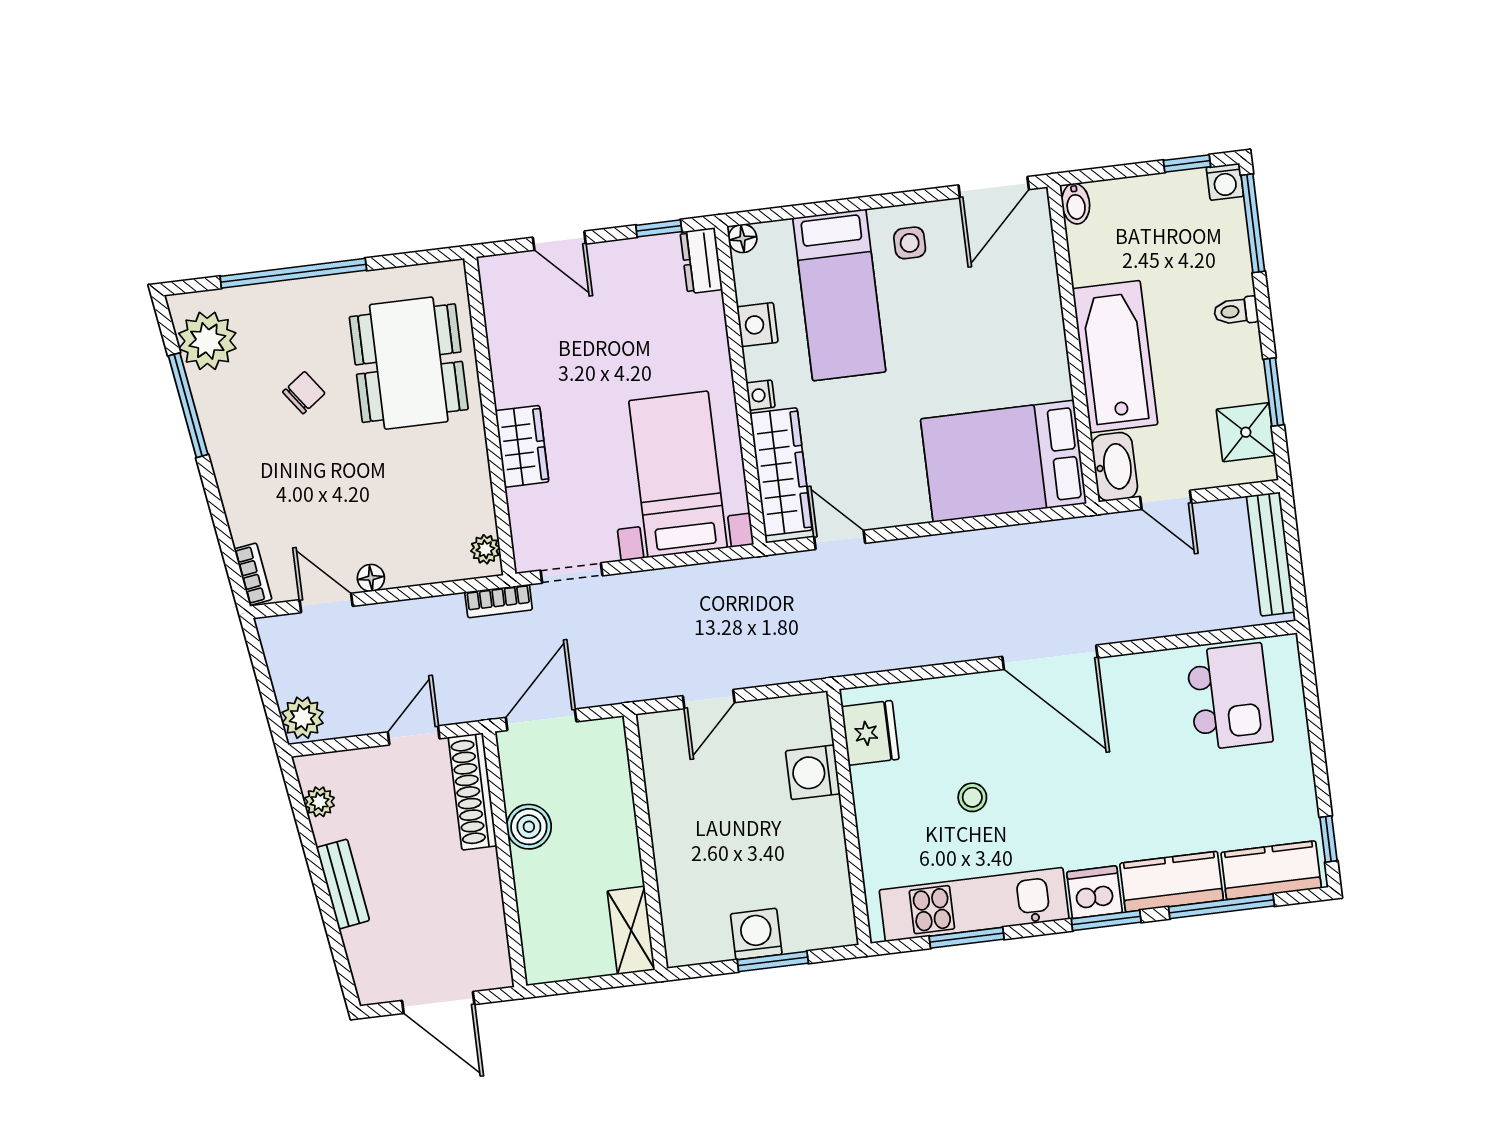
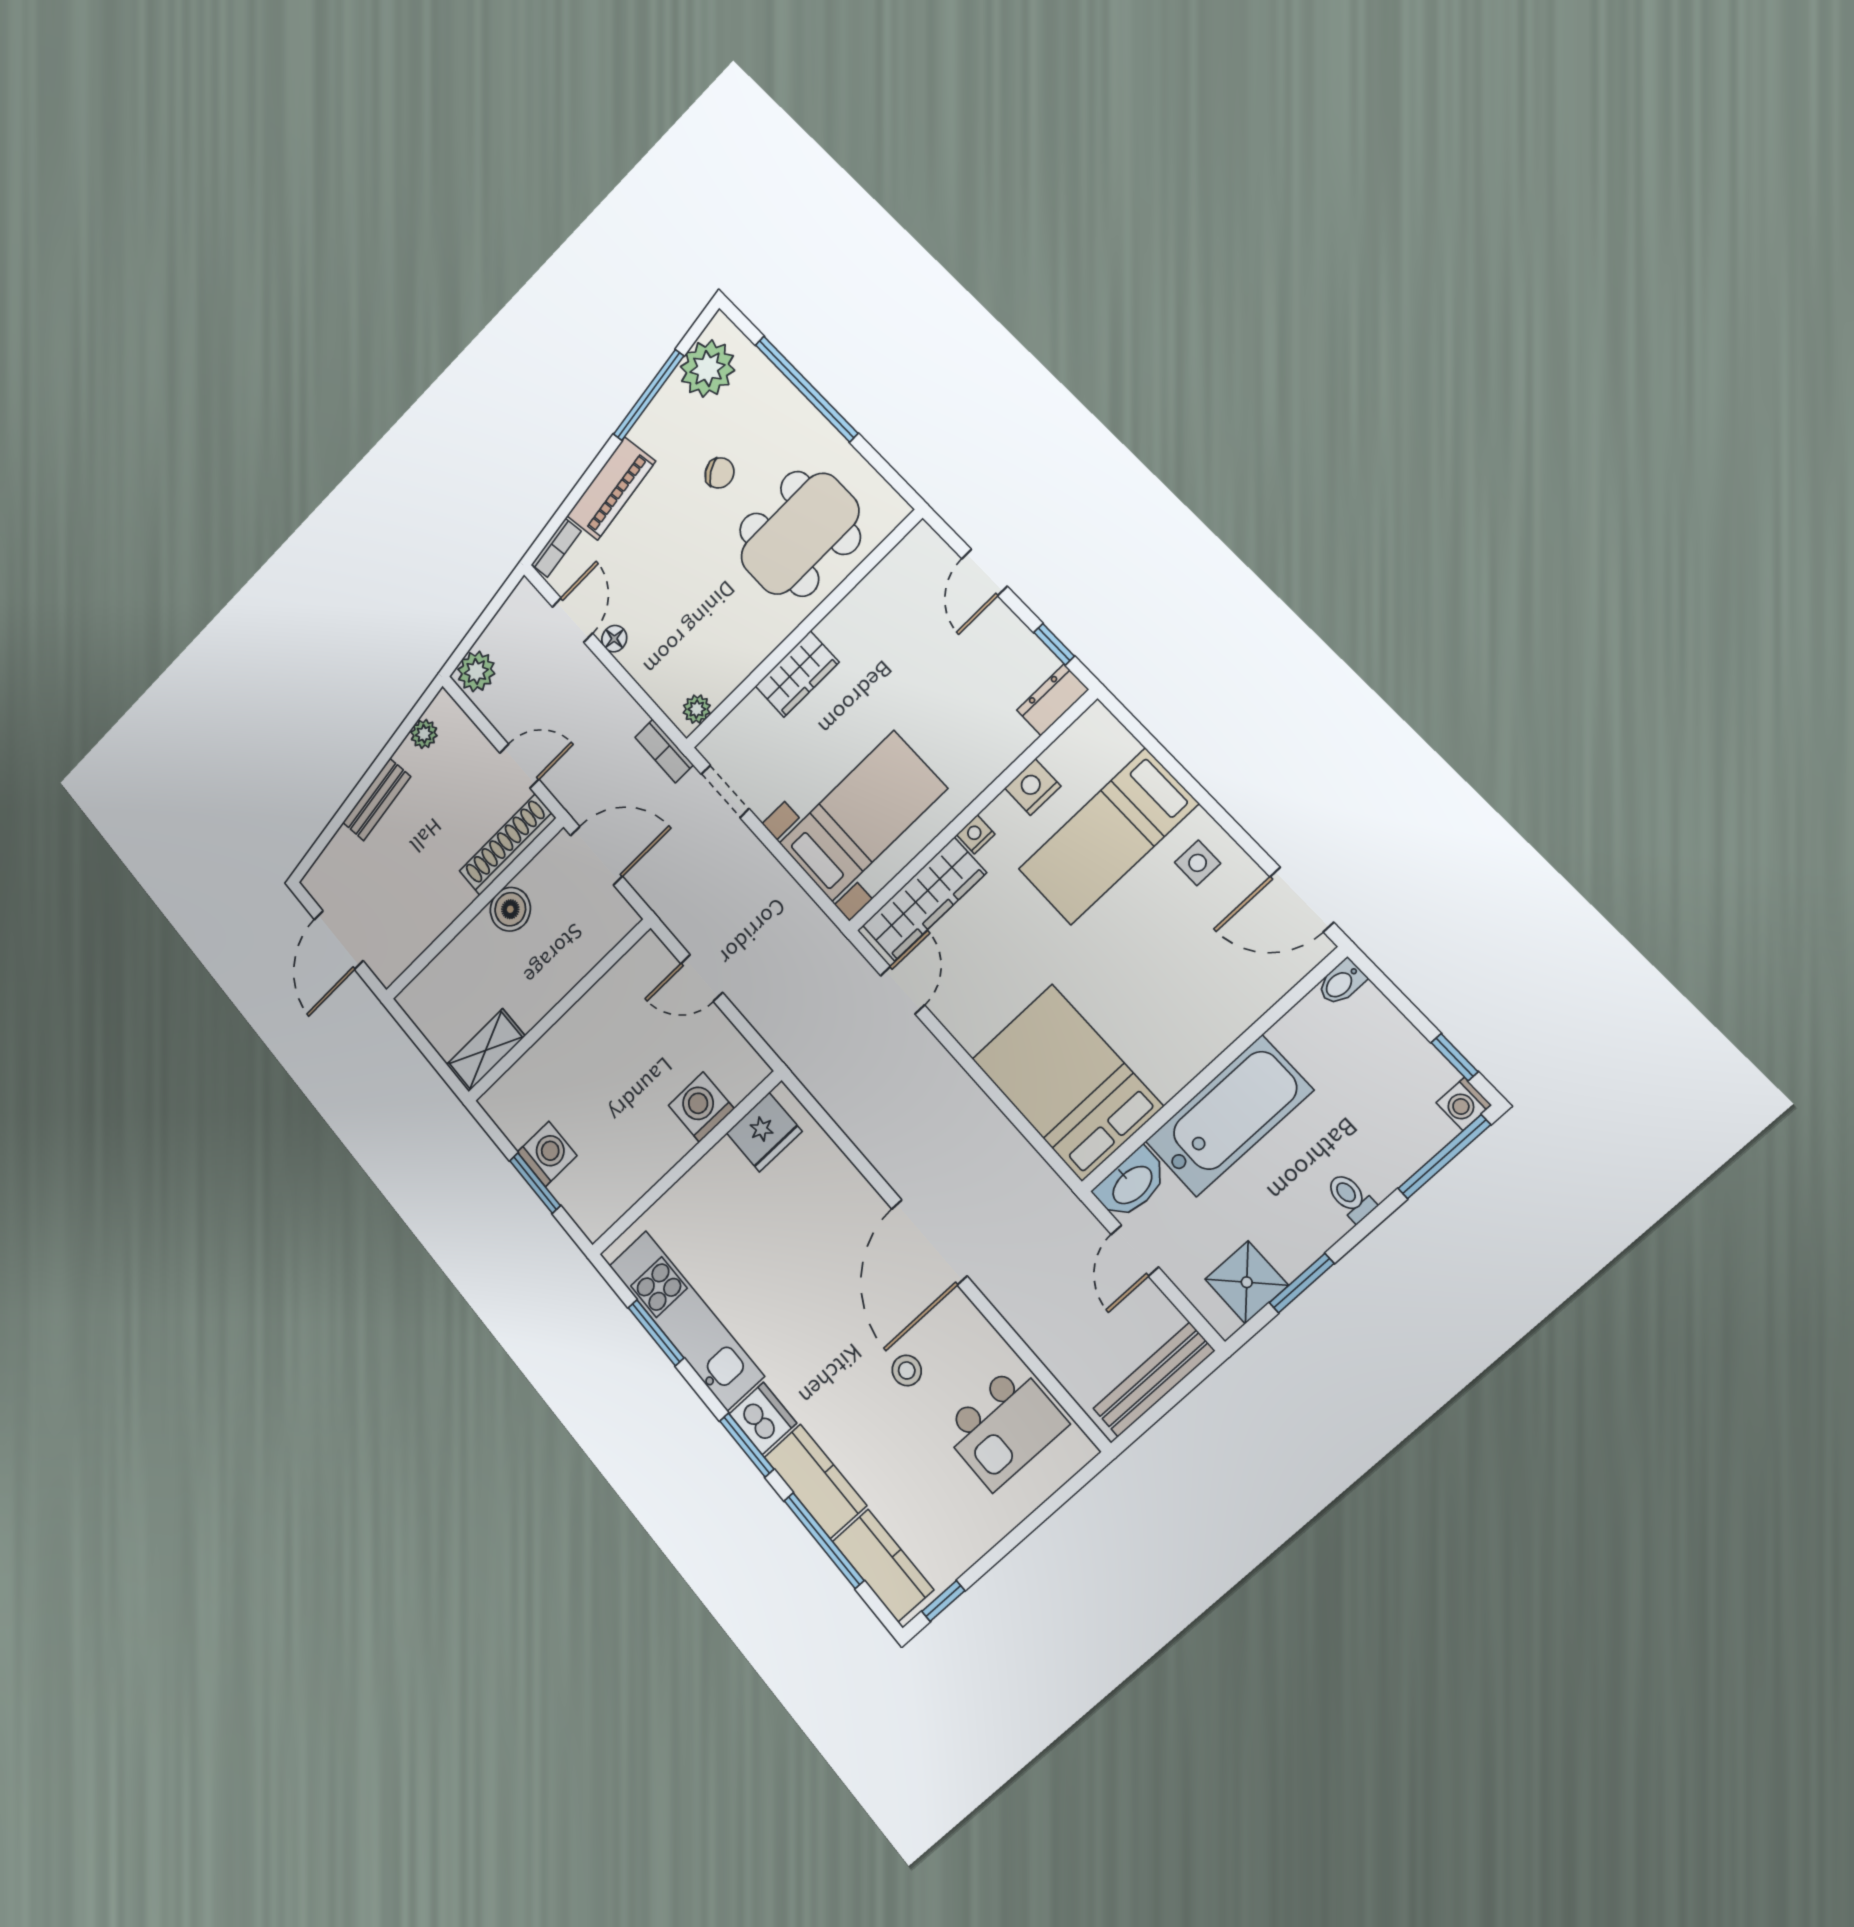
floor lamp: (743, 238) -> (1097, 719), removed
piano: (241, 492) -> (611, 489), added
stool: (972, 797) -> (907, 1370), moved

